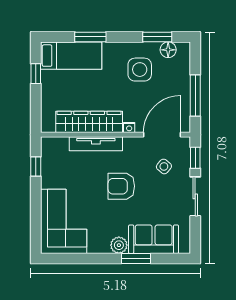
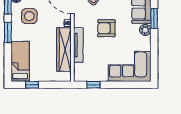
window: (90, 37) -> (8, 32), moved
armchair: (121, 186) -> (106, 28), turned 90

